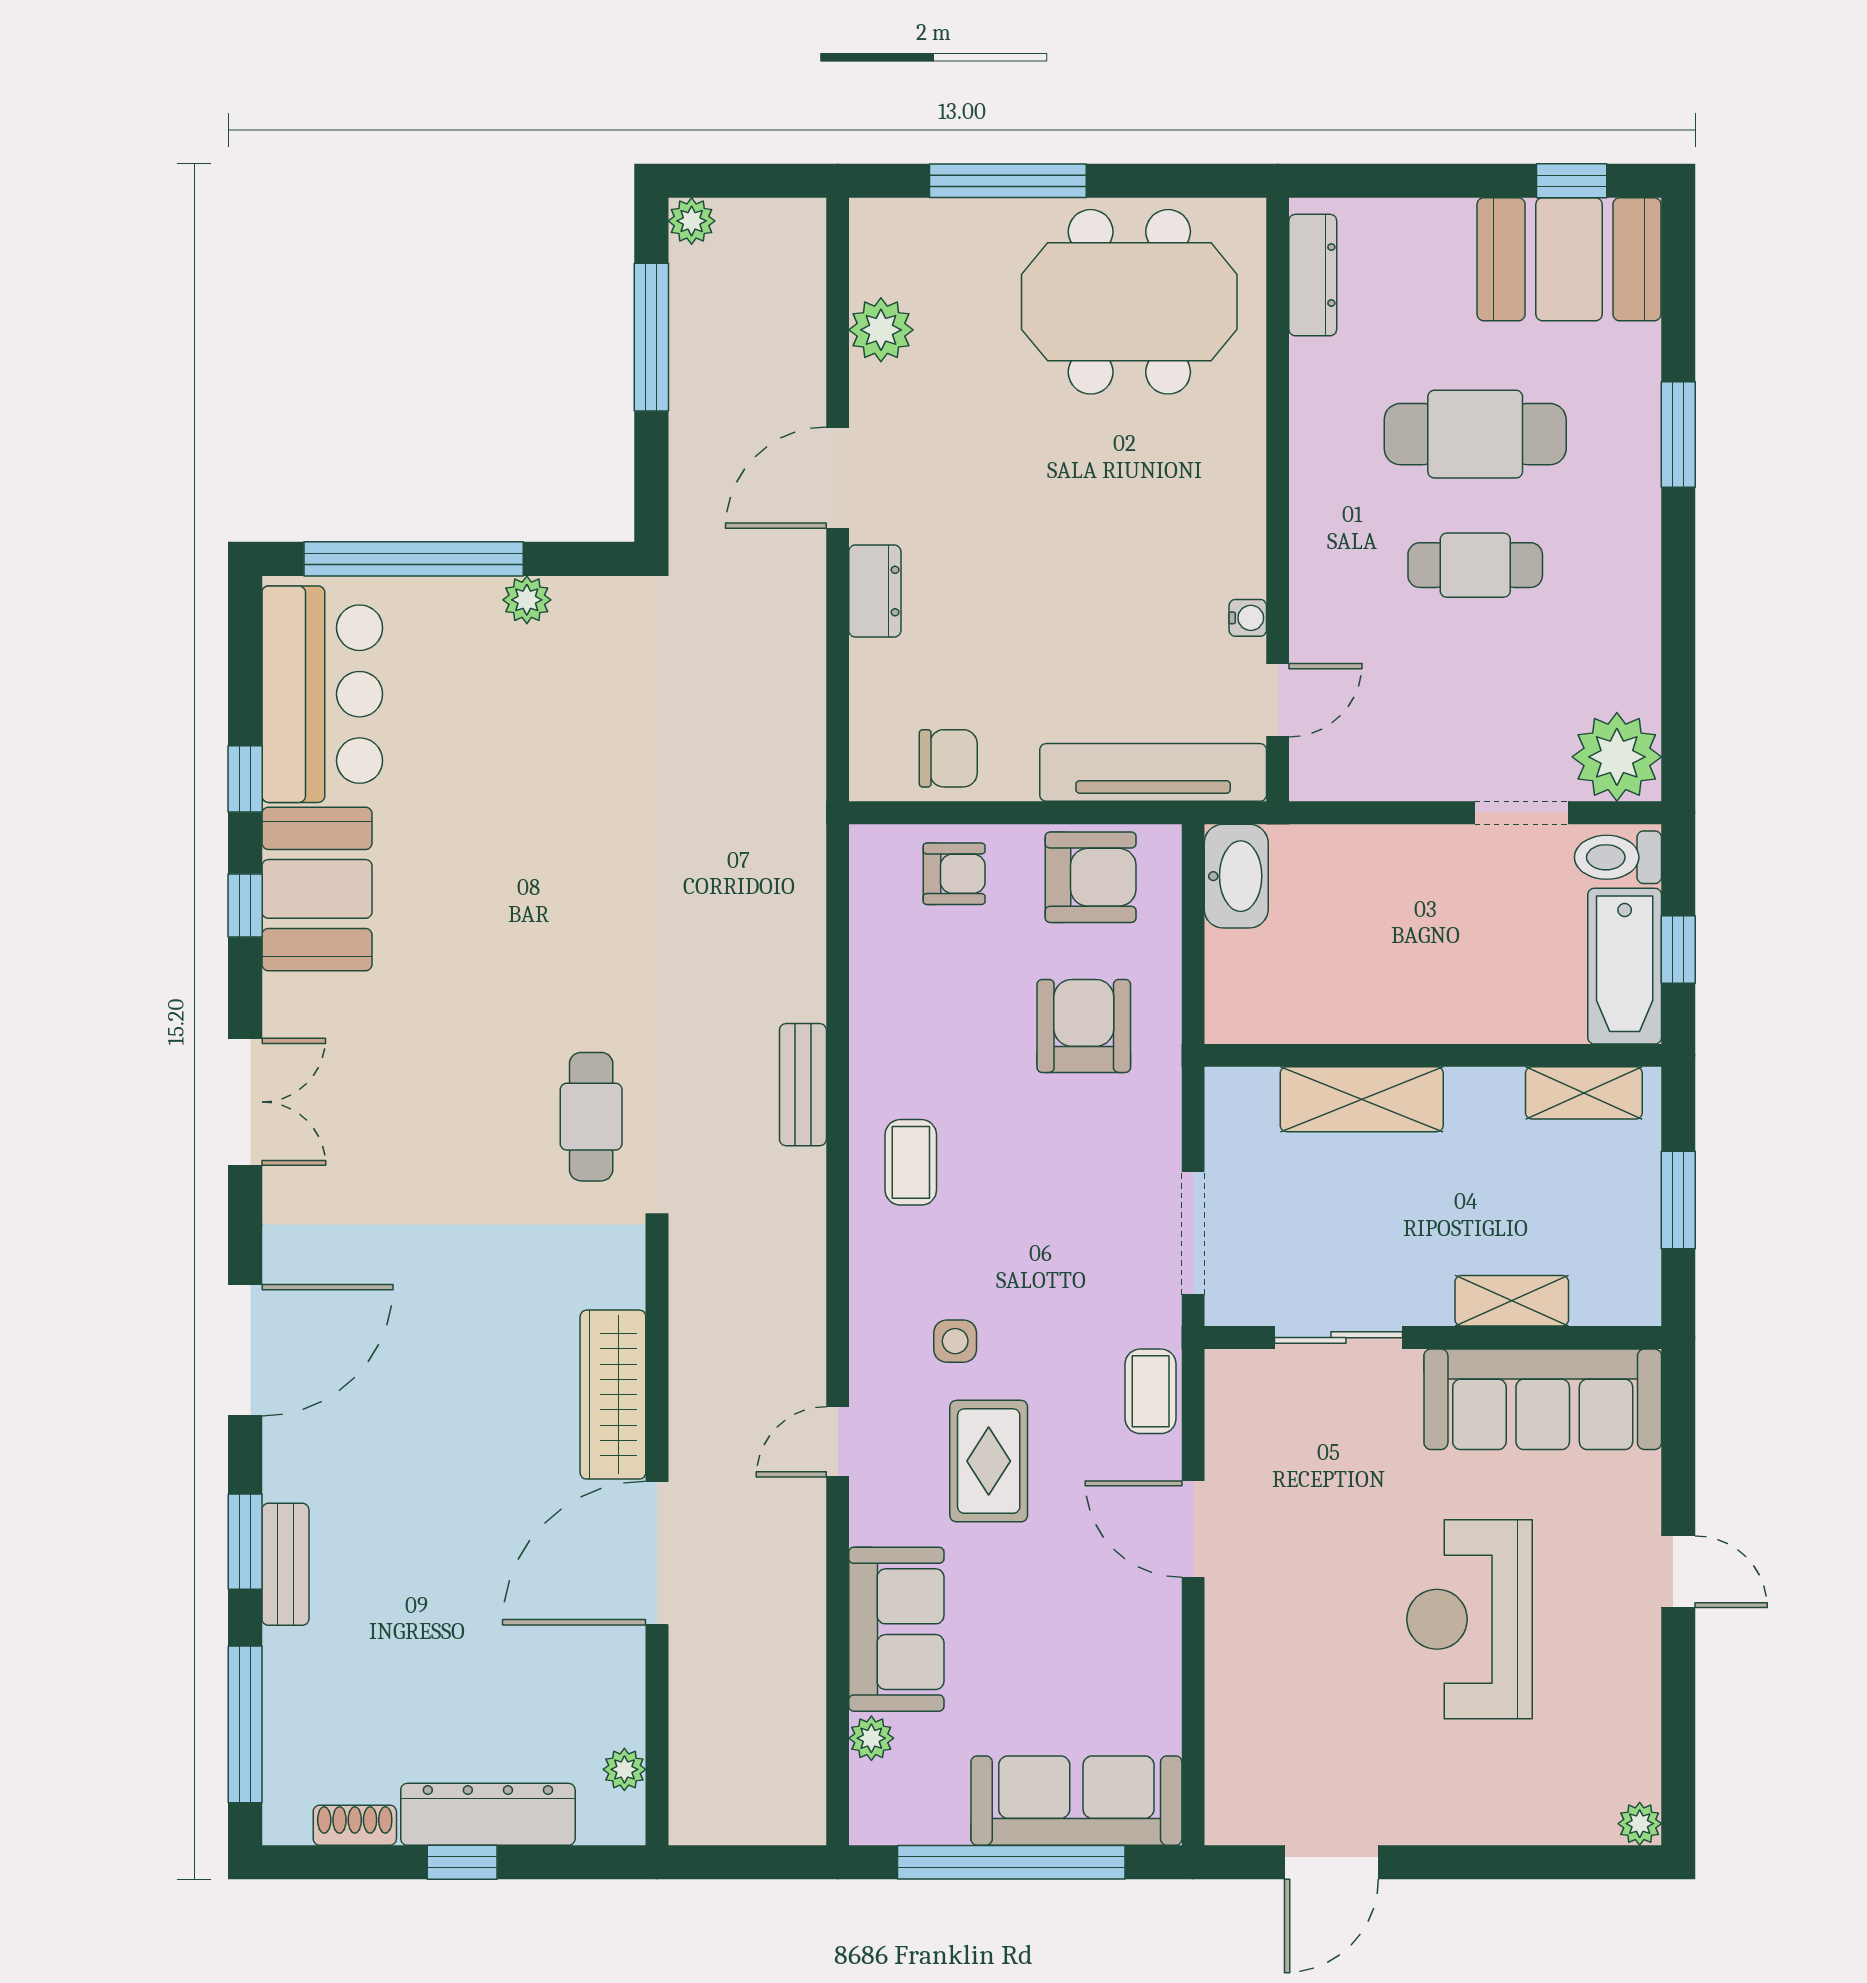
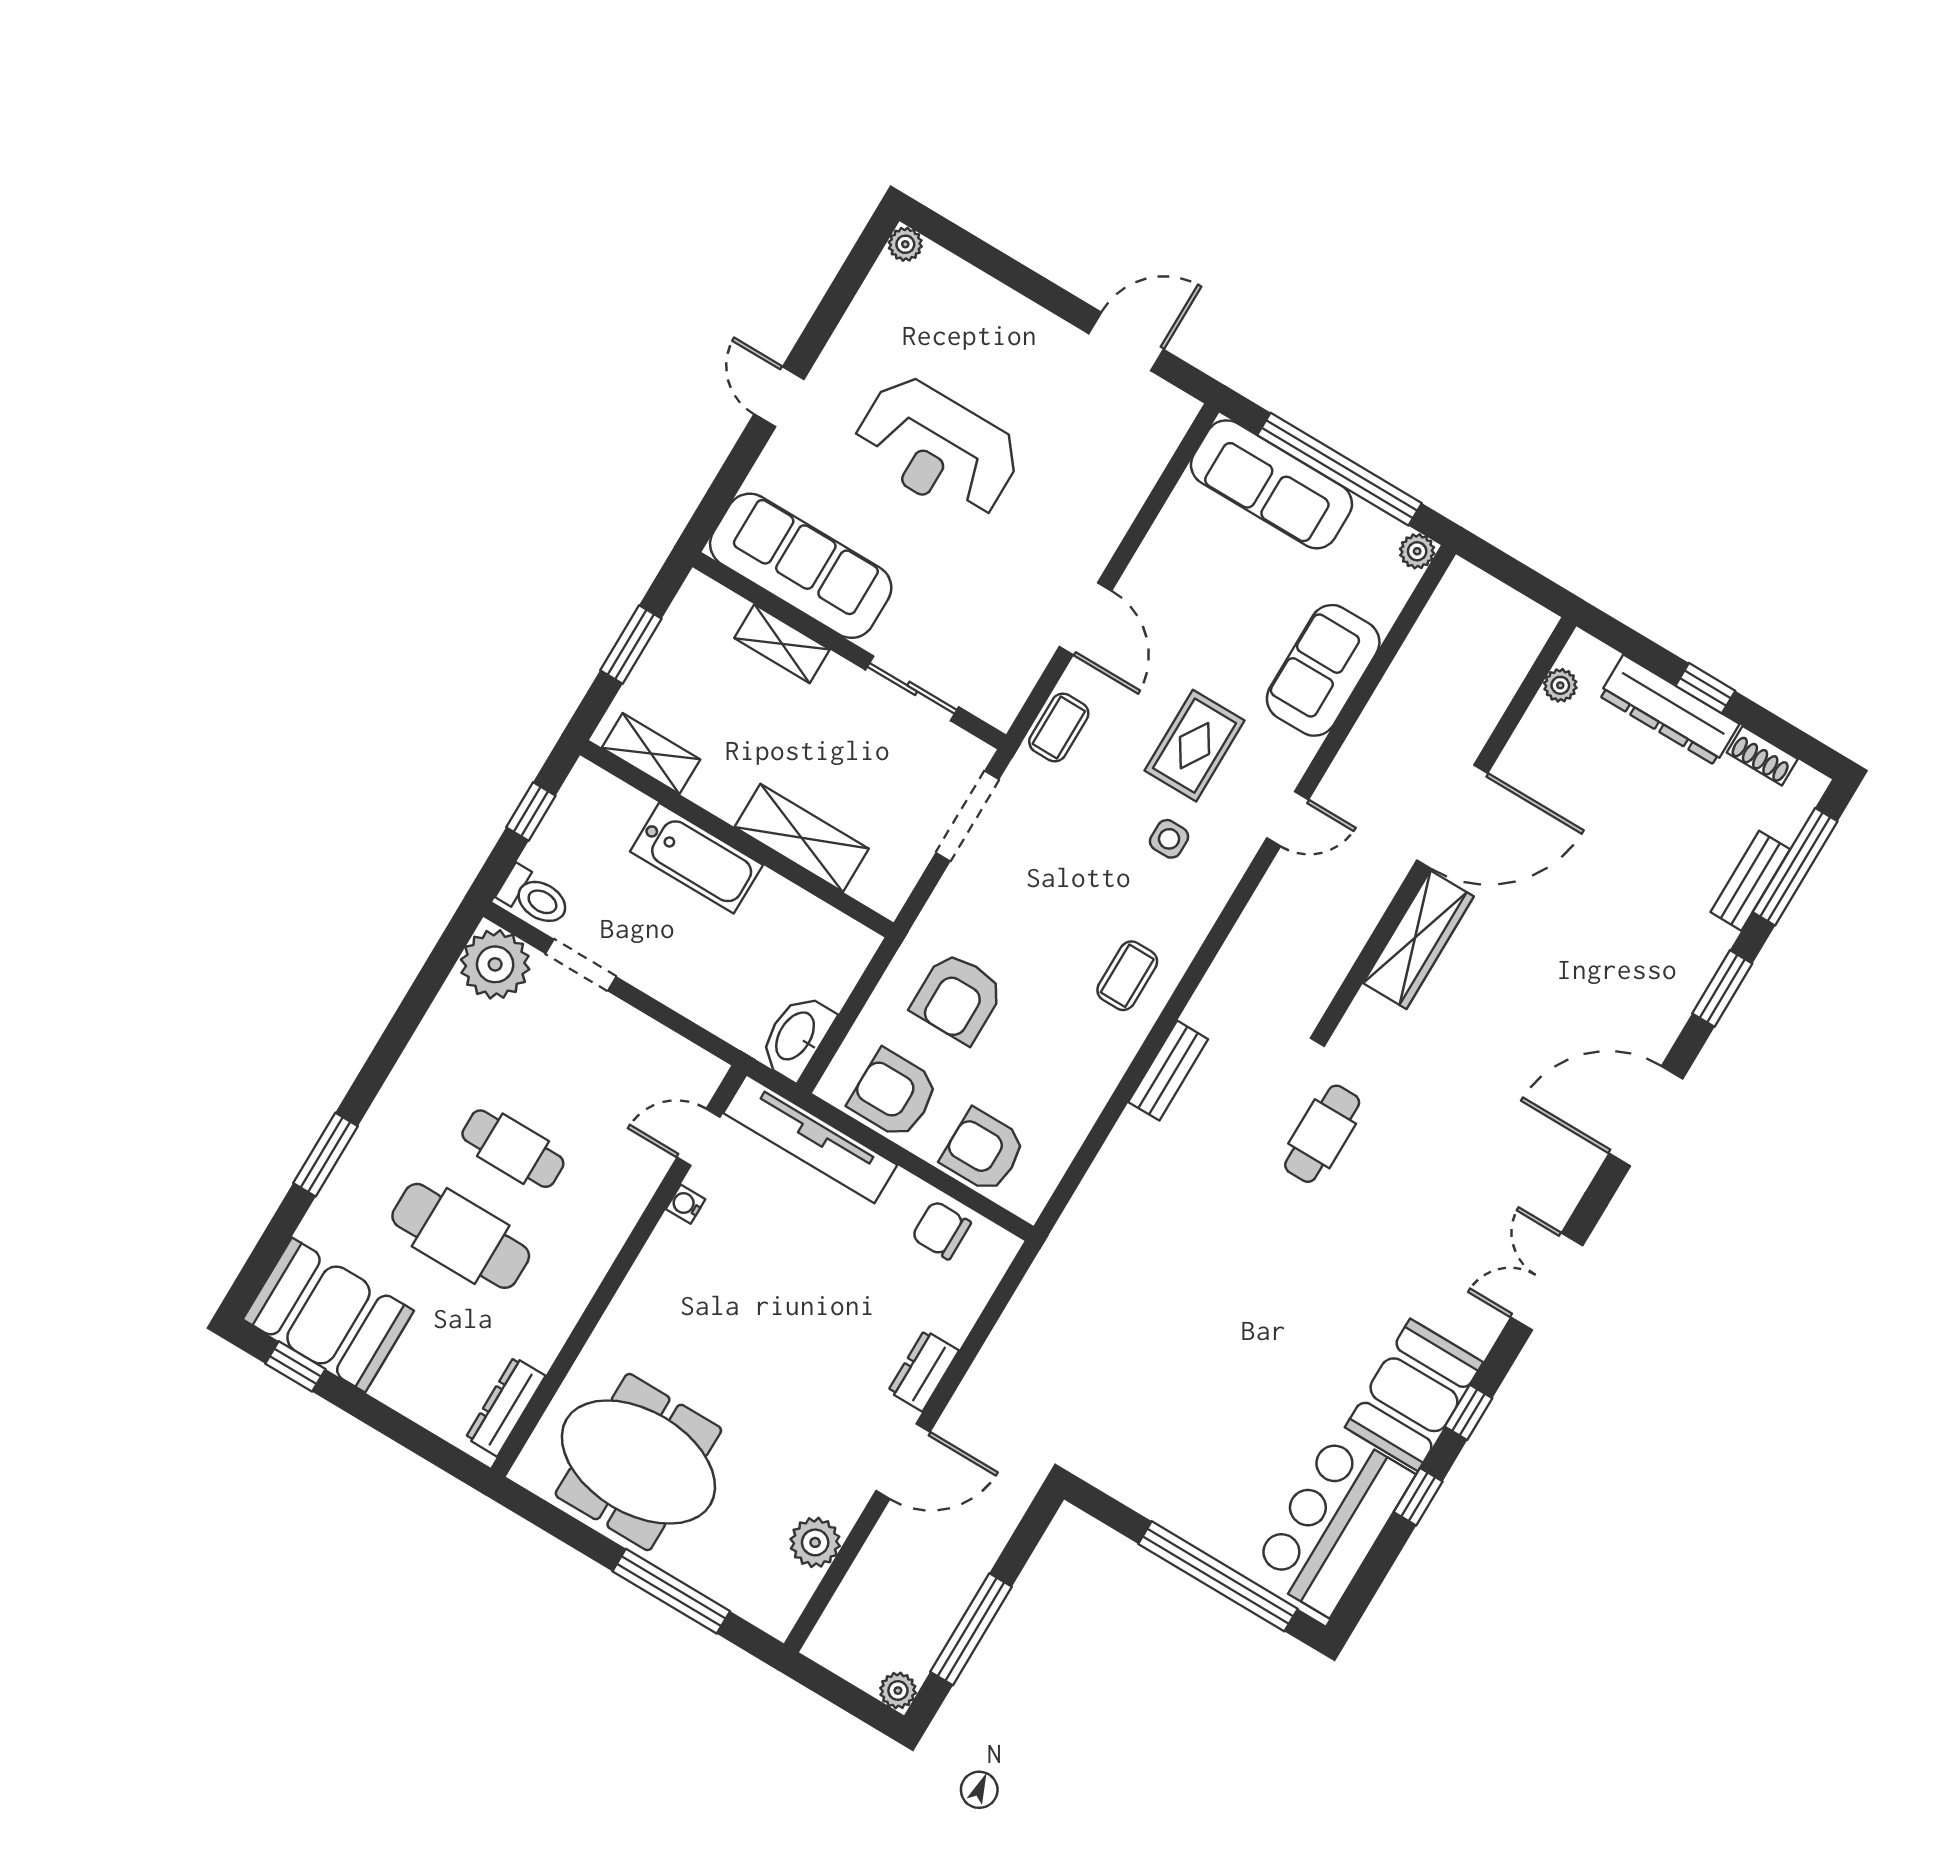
plant: (527, 600) -> (1159, 1504), removed
armchair: (954, 874) -> (983, 1151), width x1.38, depth x1.38
bathtub: (1625, 966) -> (696, 858), moved, turned 90
bench: (285, 1564) -> (1750, 881), moved
reception desk: (1470, 1619) -> (937, 448), turned 90
plant: (871, 1738) -> (1417, 551), moved

